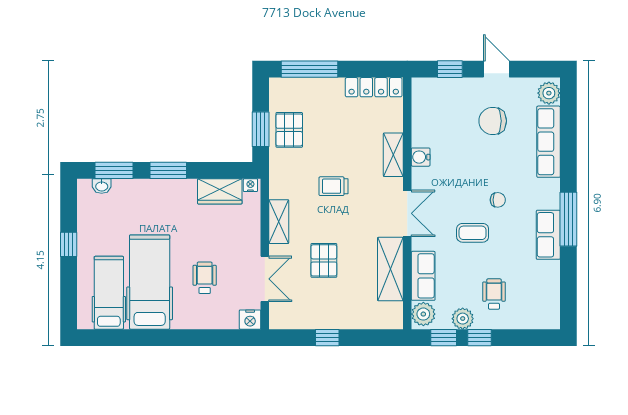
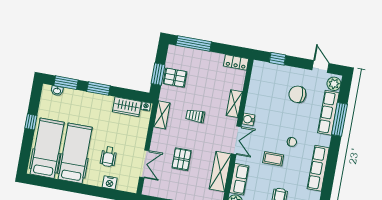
door: (496, 69) -> (321, 67), moved
locker: (374, 87) -> (236, 62), width x0.66
pallet: (289, 130) -> (175, 78), turned 90
water cooler: (421, 157) -> (248, 119), moved
window: (568, 219) -> (339, 119), moved
shelving: (279, 222) -> (162, 115), moved
row of seats: (548, 235) -> (318, 168), width x1.48
wheelchair: (205, 278) -> (108, 157), turned 180
hospital bed: (109, 293) -> (47, 148), width x1.37, depth x1.29
nightstand: (250, 320) -> (110, 183), moved

